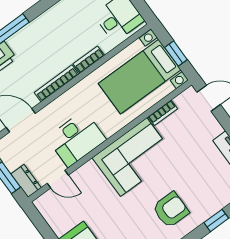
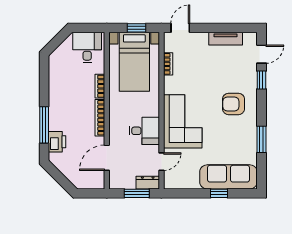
desk: (76, 139) -> (144, 131), width x0.73
corner sofa: (134, 157) -> (183, 121), moved
armchair: (171, 210) -> (234, 104), turned -90

